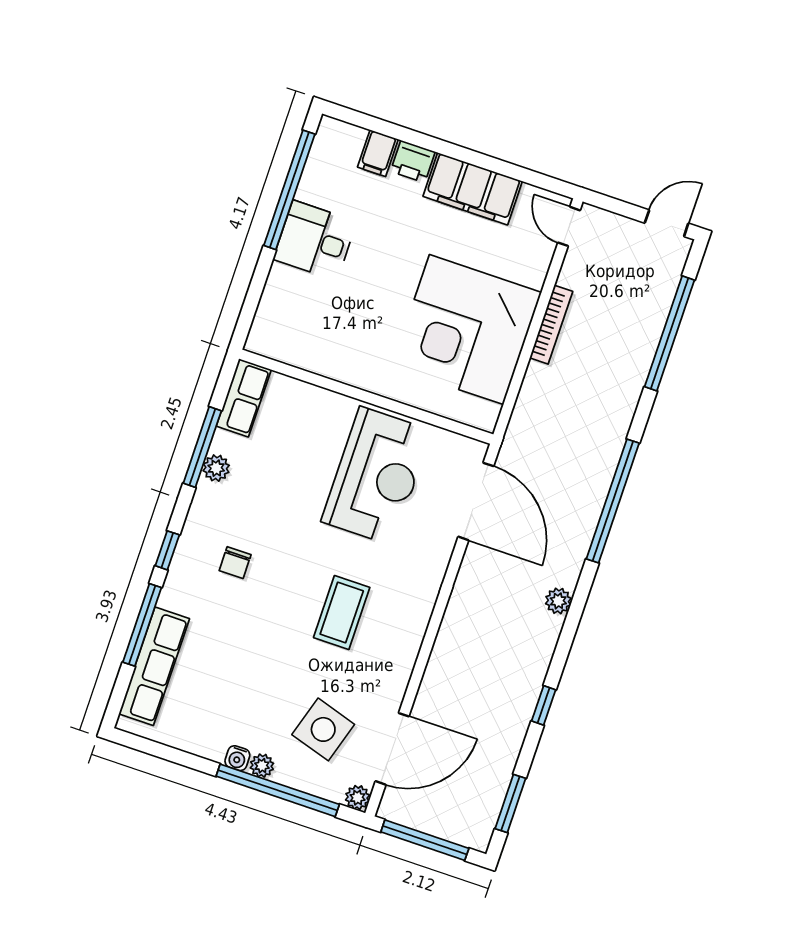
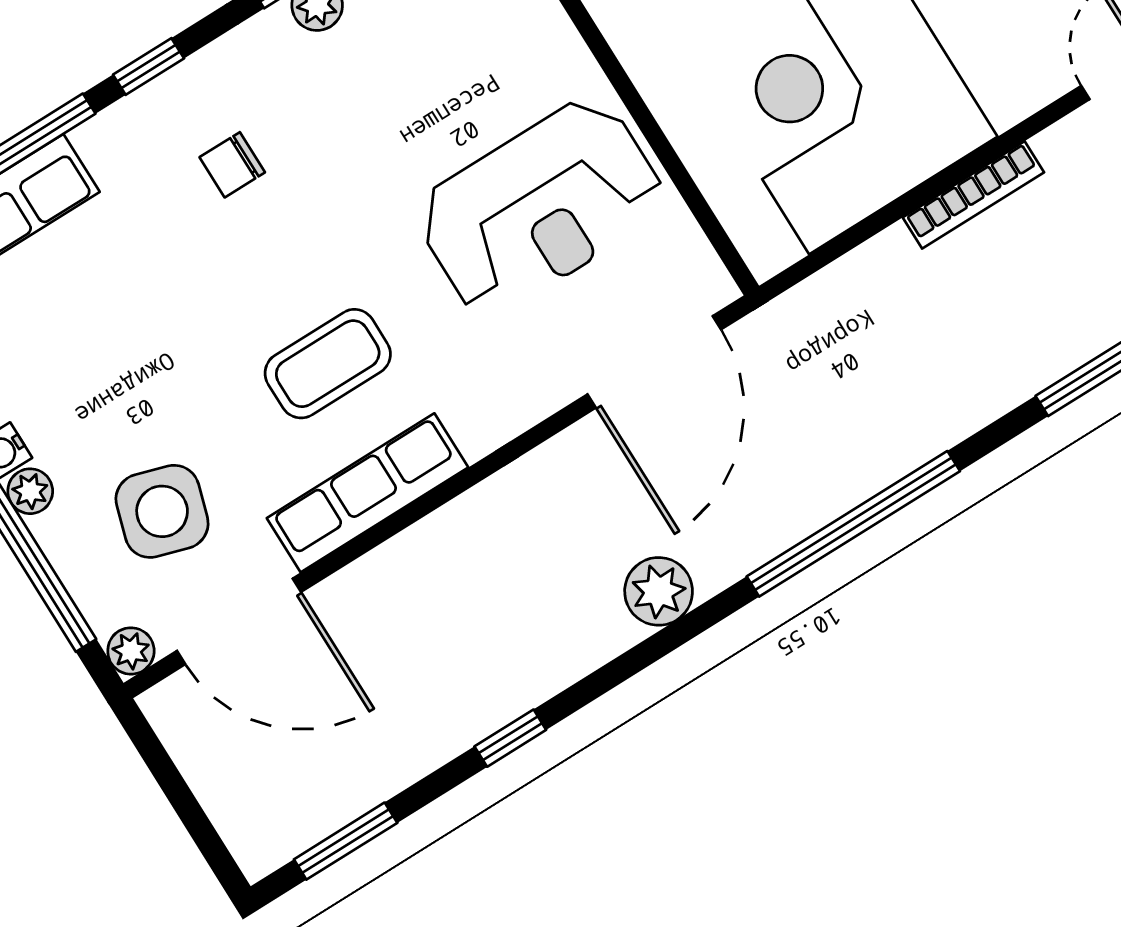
plant: (558, 601) -> (659, 591), width x1.38, depth x1.38
row of seats: (402, 652) -> (368, 493), added
window: (425, 840) -> (178, 793), removed

